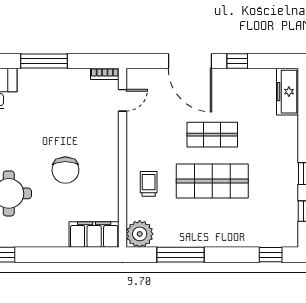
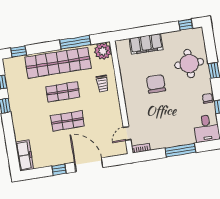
shop shelf: (212, 181) -> (63, 92), width x0.70, depth x0.74
shop shelf: (212, 227) -> (58, 63), added
filing cabinet: (94, 235) -> (146, 44), moved

